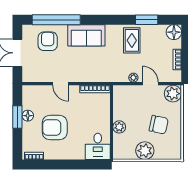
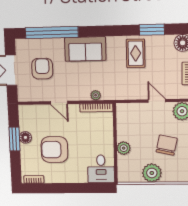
armchair: (48, 41) -> (42, 69), moved
plant: (133, 78) -> (96, 95), moved
chair: (159, 125) -> (167, 145), turned -90

